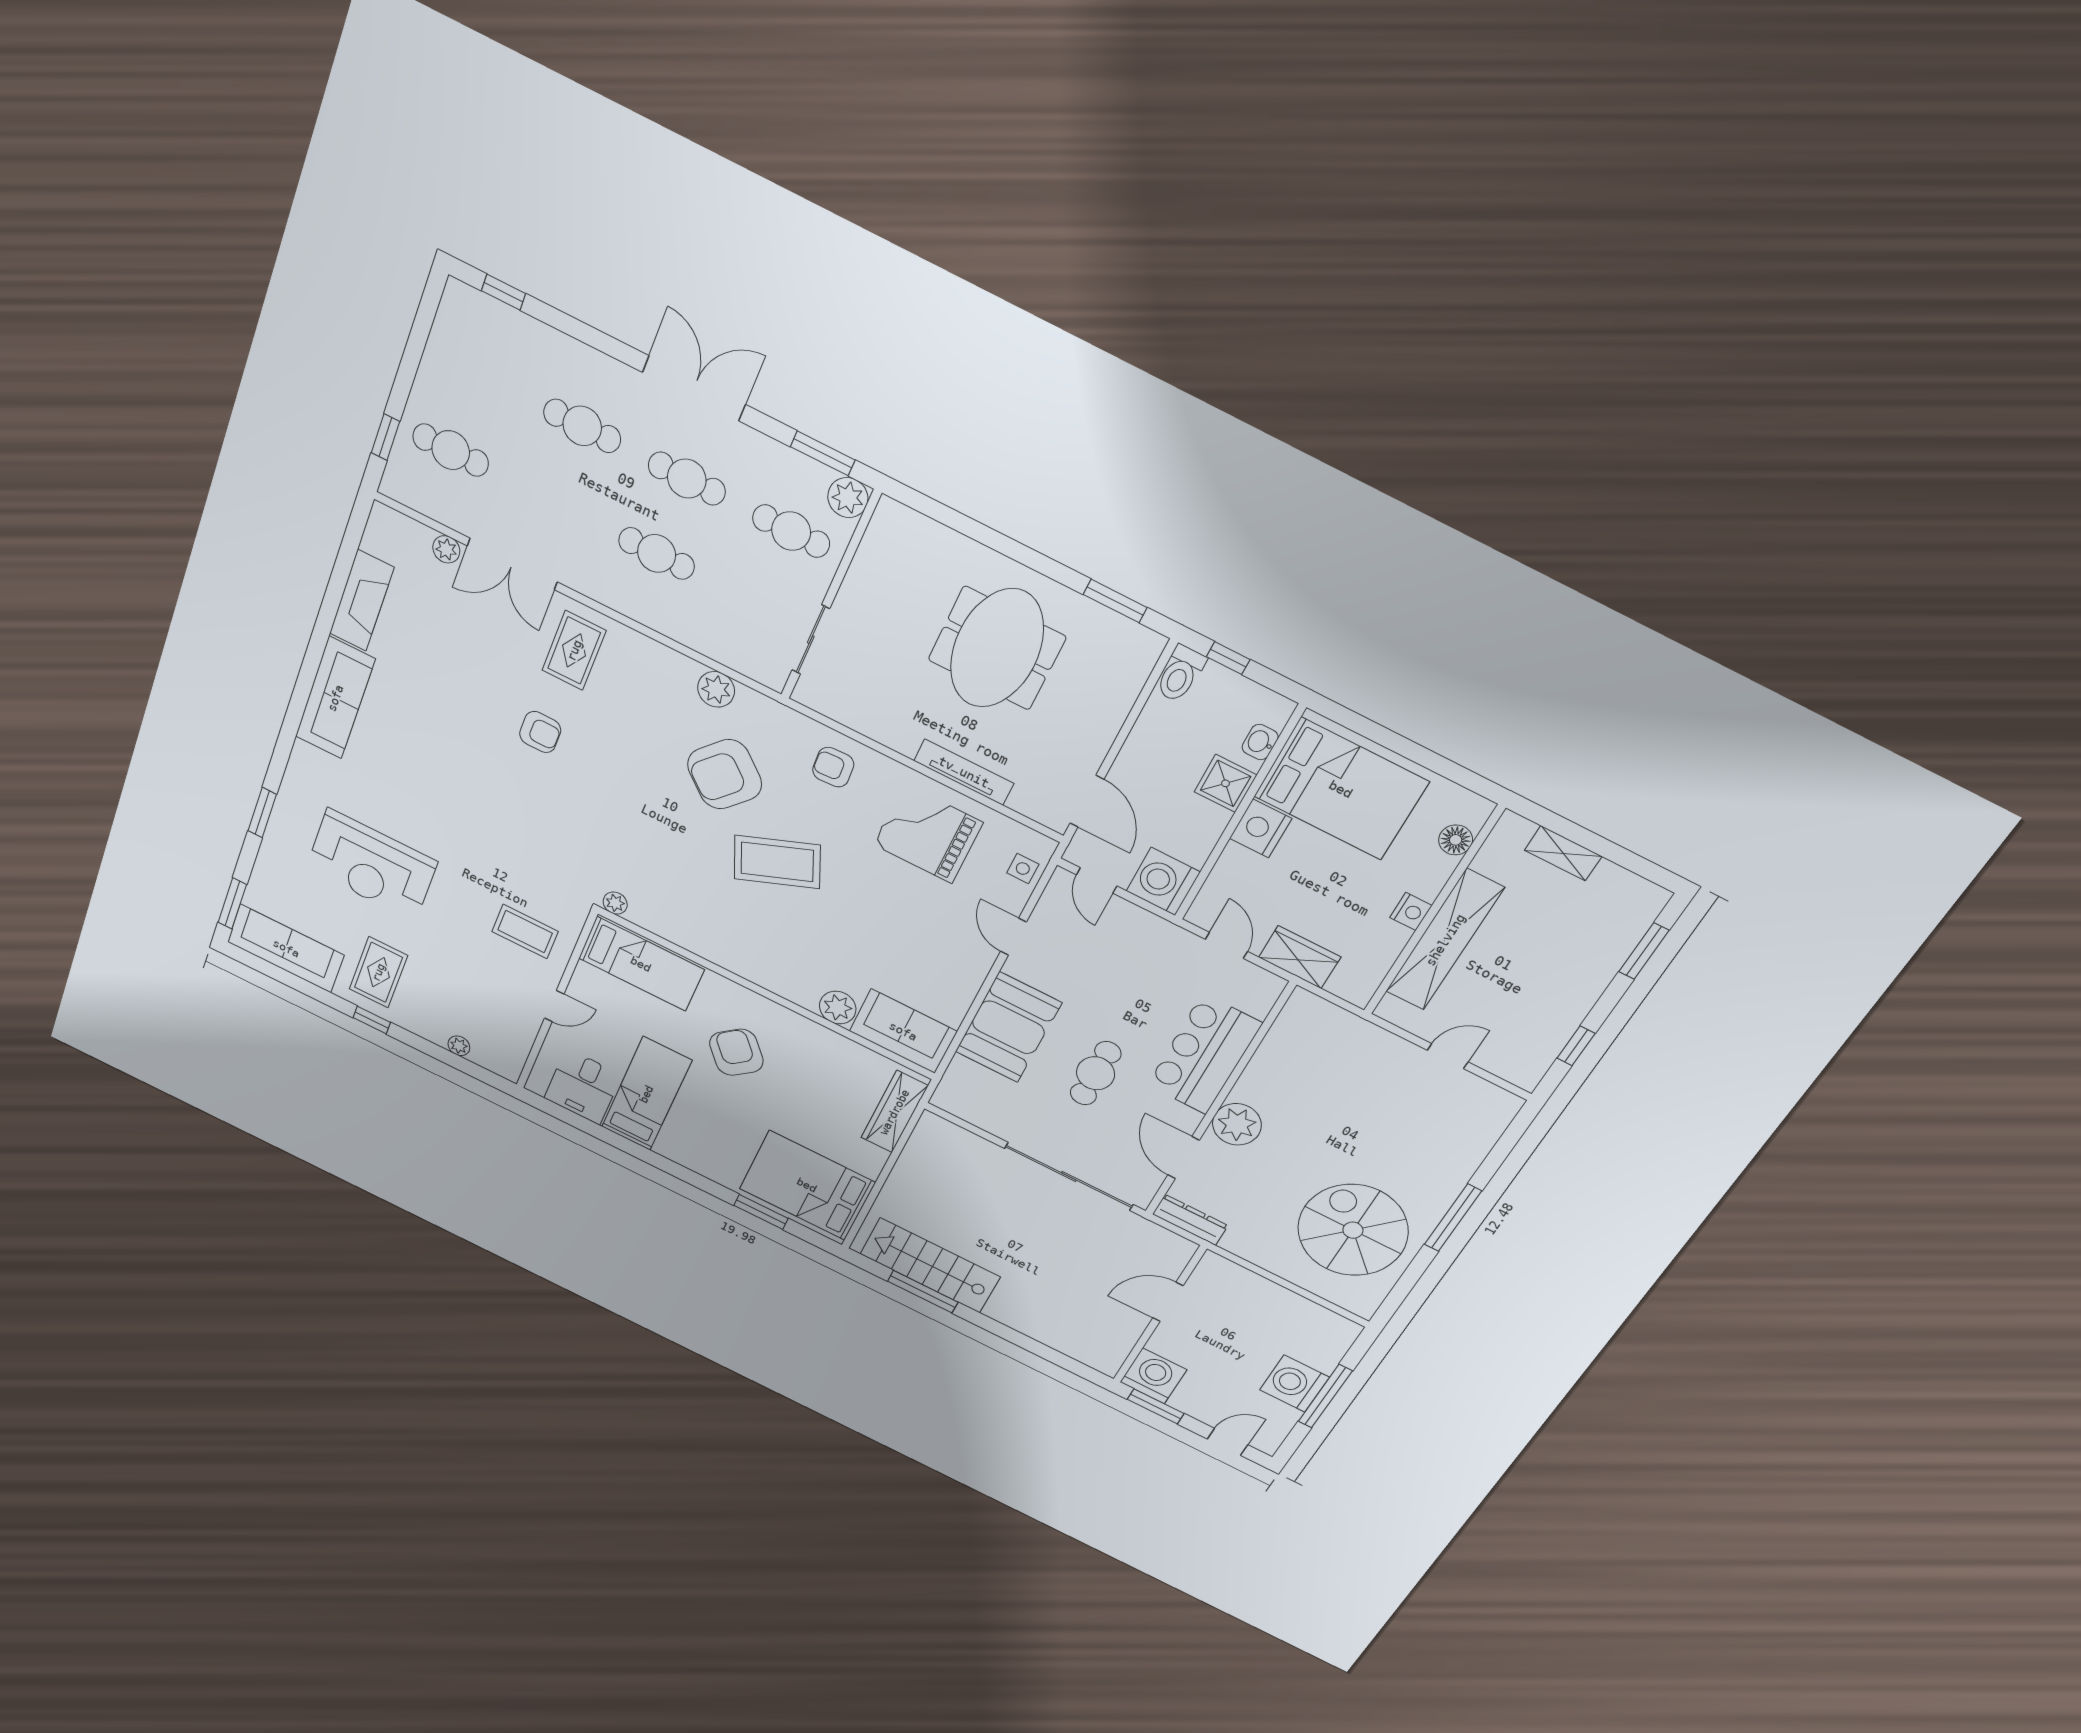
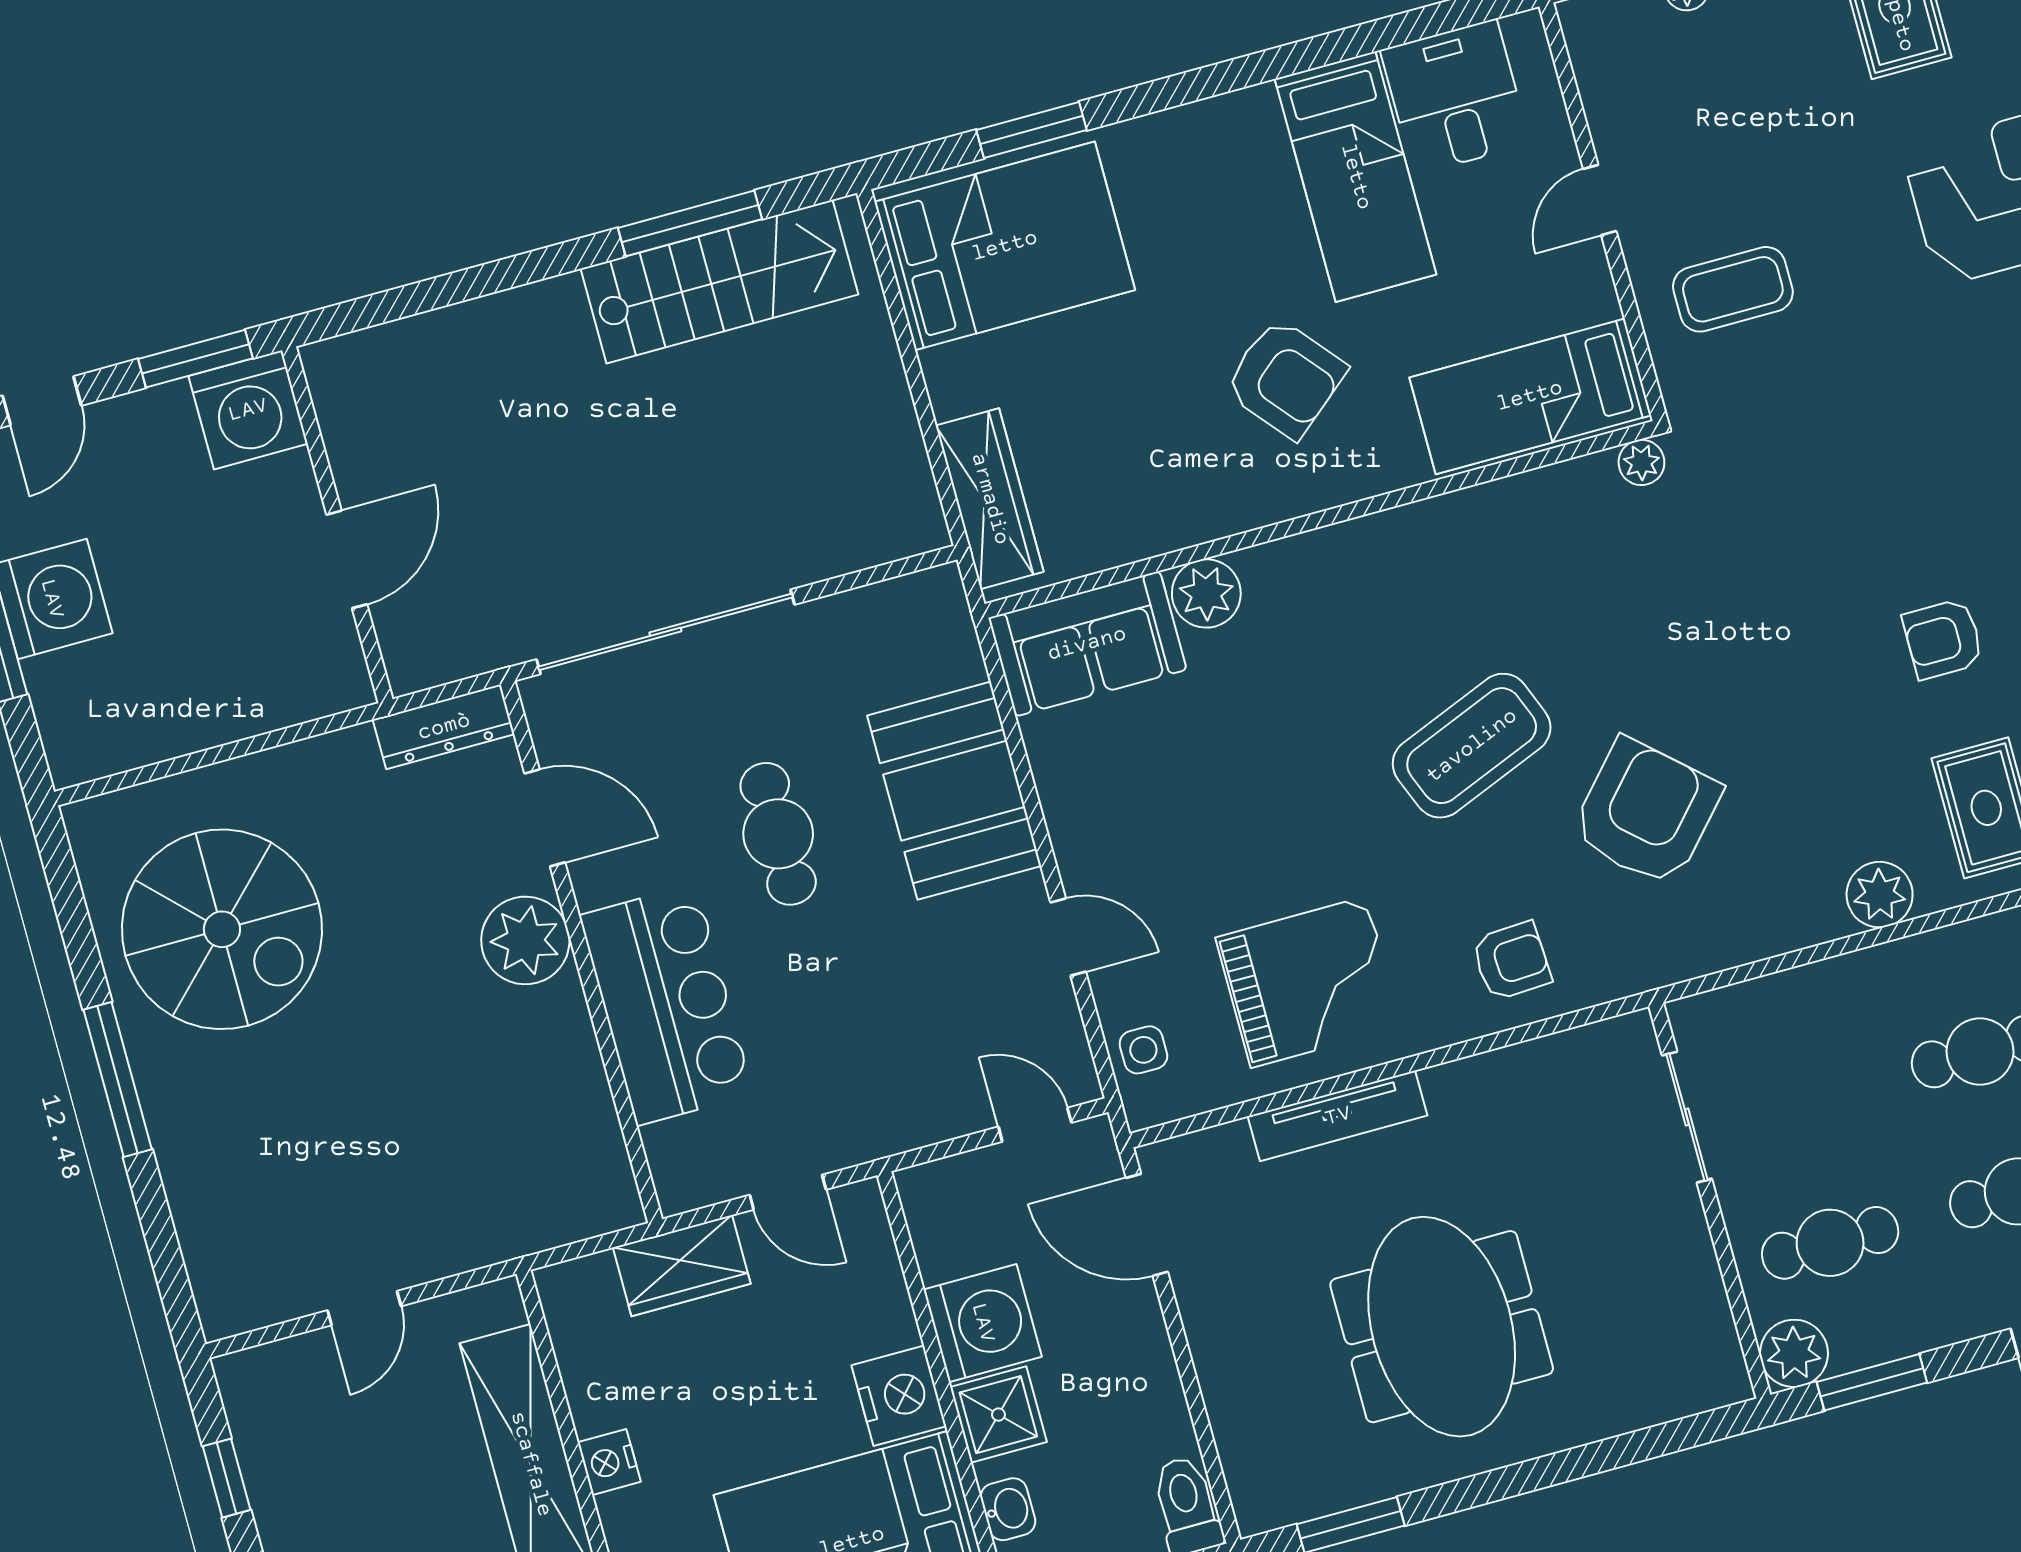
plant: (716, 689) -> (1880, 895), moved
washing machine: (1163, 881) -> (983, 1323), moved

